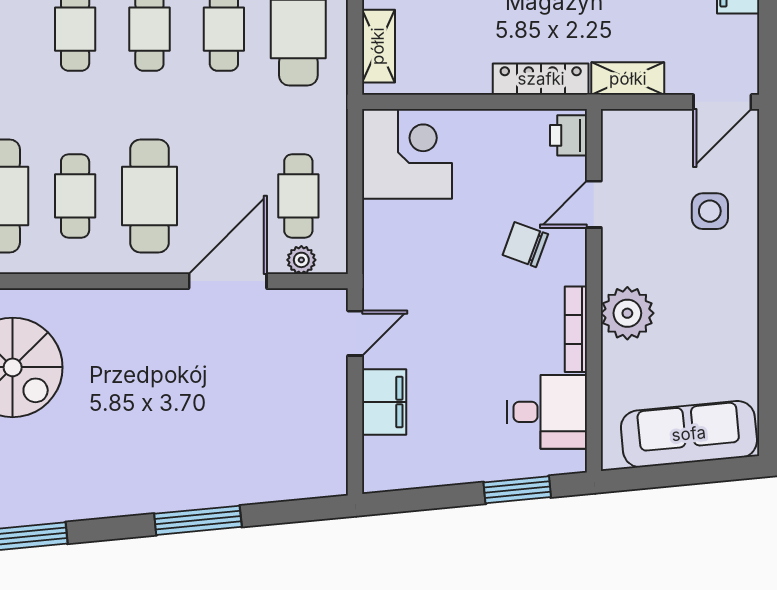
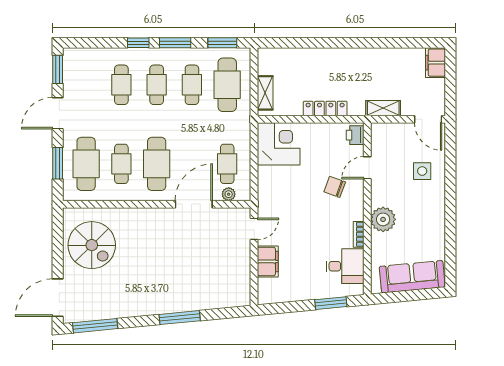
locker: (541, 79) -> (325, 108), moved
door: (722, 102) -> (428, 119), hinge flipped
bookcase: (576, 329) -> (359, 234), width x0.64

